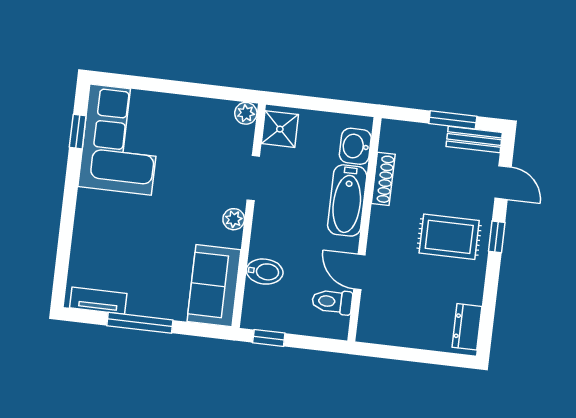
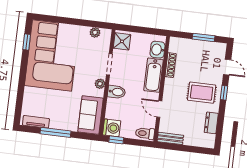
plant: (246, 113) -> (95, 32), moved
bench: (474, 139) -> (170, 138), moved
corner sofa: (121, 140) -> (52, 55), width x1.36, depth x1.36
bidet: (265, 272) -> (117, 92), moved
toilet: (332, 302) -> (145, 133), moved
washing machine: (259, 313) -> (112, 128), added
dresser: (467, 327) -> (211, 123), moved

